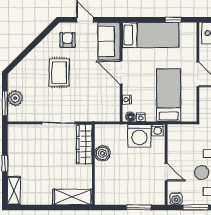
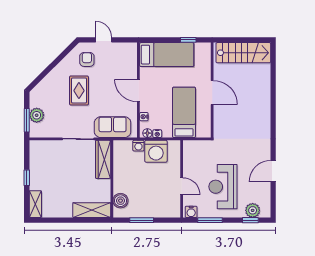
sofa: (109, 41) -> (113, 127), moved, turned 90
washing machine: (158, 130) -> (138, 146), moved
boiler: (102, 153) -> (121, 201), moved
window: (139, 207) -> (142, 220), moved

